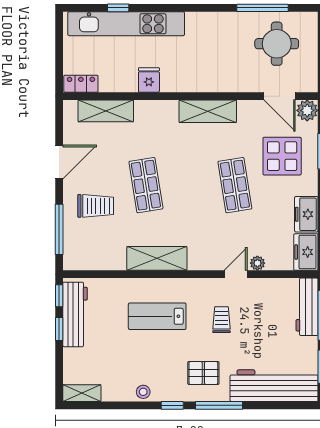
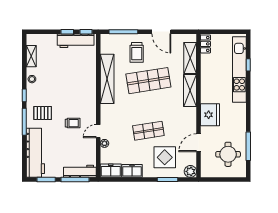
fridge: (149, 80) -> (210, 115), moved, width x1.88, depth x1.34
door: (280, 96) -> (199, 143), moved
shelving: (208, 111) -> (190, 90), moved
shop shelf: (146, 185) -> (148, 81), width x1.43, depth x1.36
shelving: (157, 258) -> (107, 79), width x1.47
door: (236, 274) -> (98, 131), swing flipped
lab bench: (157, 316) -> (75, 87), removed
pallet: (203, 373) -> (43, 113), turned 90
shelving: (82, 393) -> (31, 56), moved

